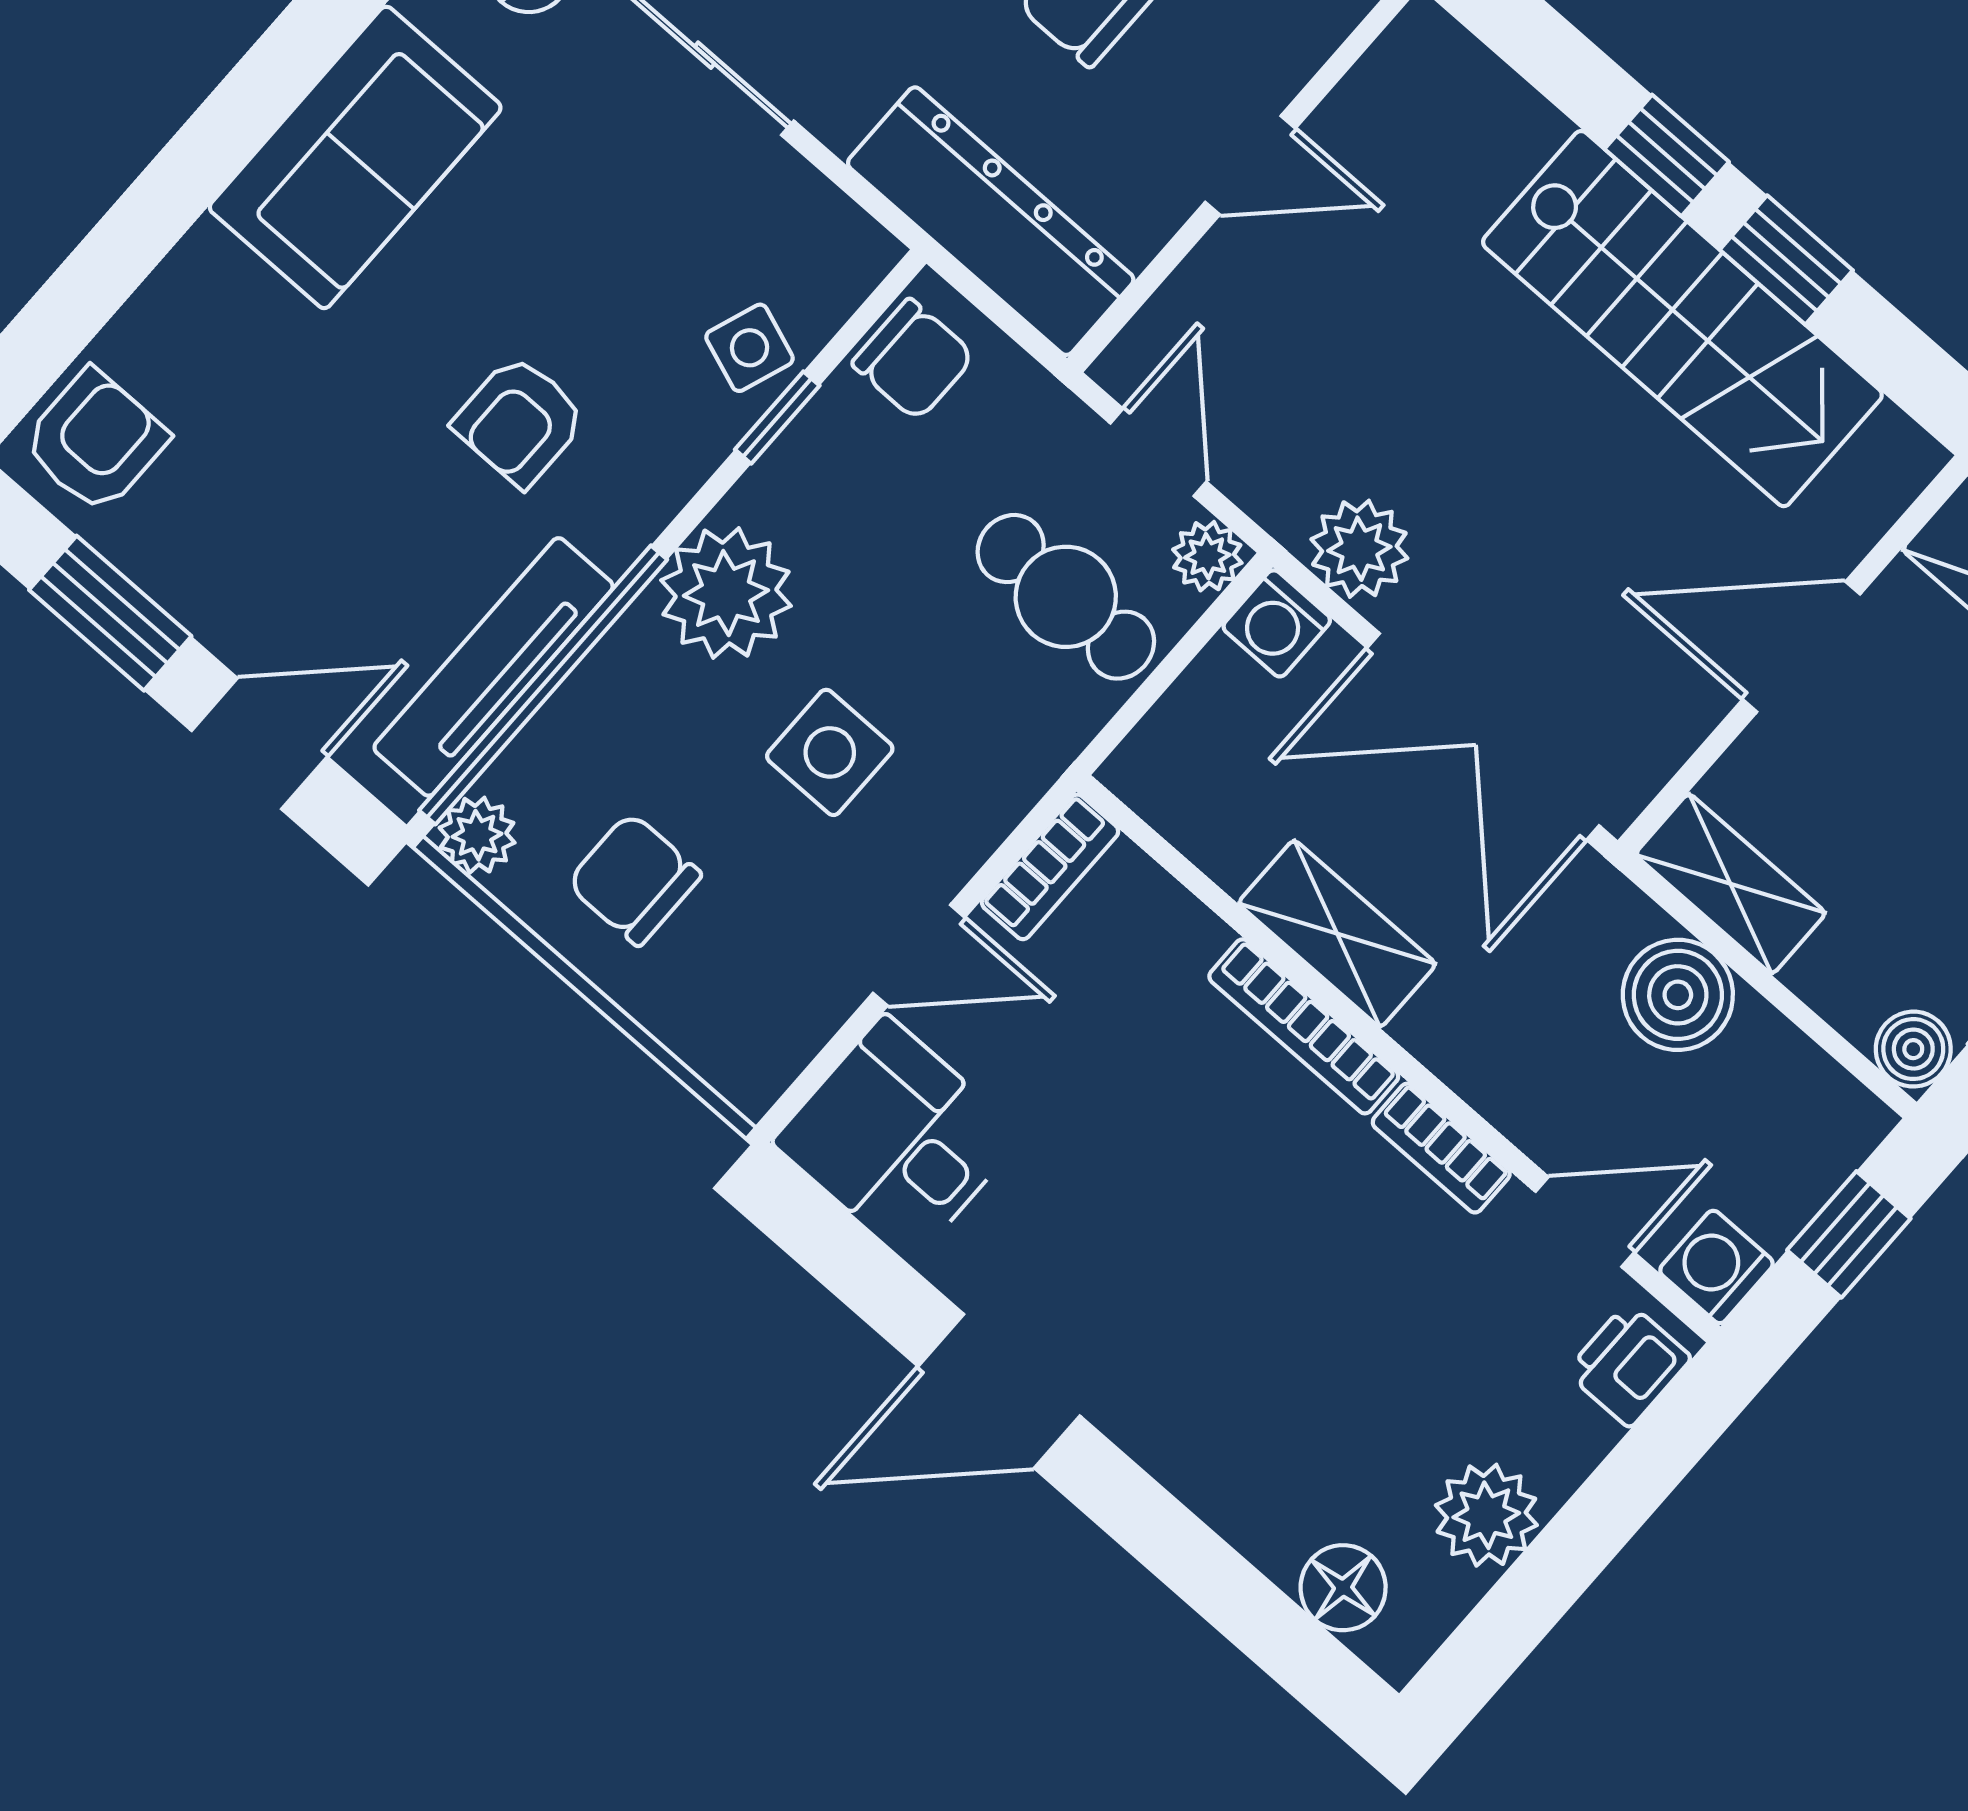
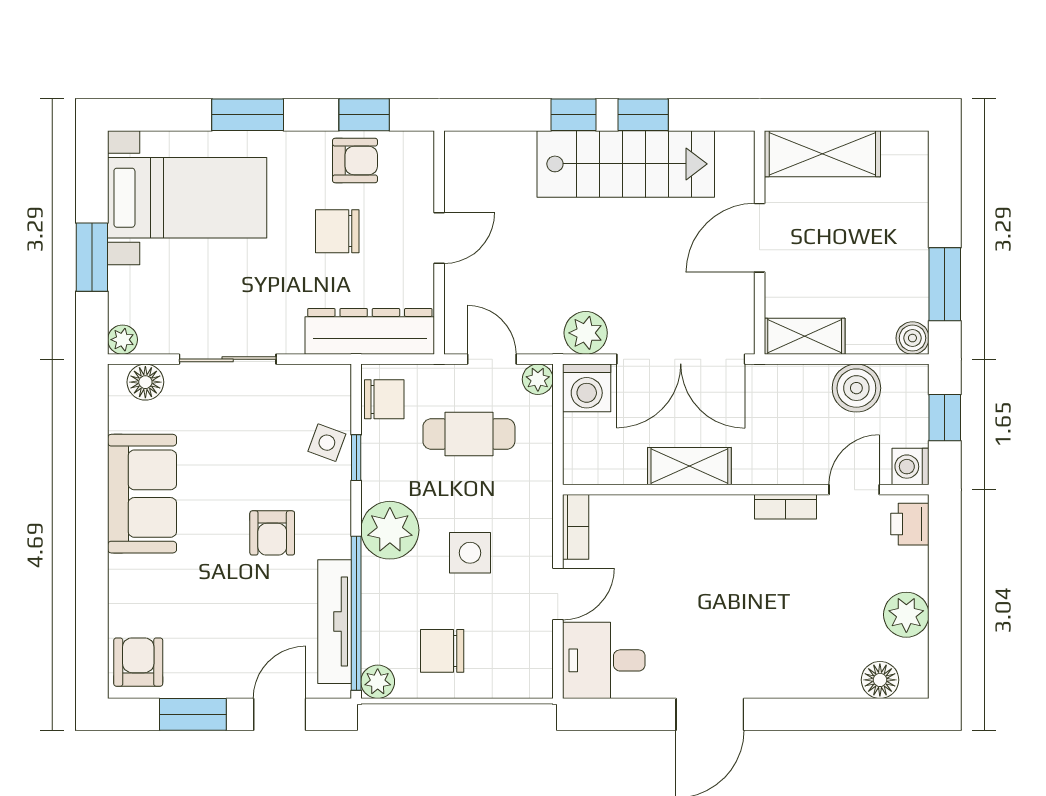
cafe table: (1066, 597) -> (469, 434), moved
washing machine: (1277, 623) -> (587, 388), width x1.38, depth x1.38
boiler: (1678, 995) -> (856, 388), moved
bookcase: (1304, 1026) -> (705, 506), removed

